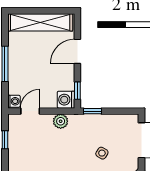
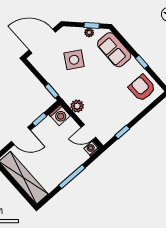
window: (77, 91) -> (39, 119), moved
side table: (102, 153) -> (74, 60), width x1.87, depth x1.87

